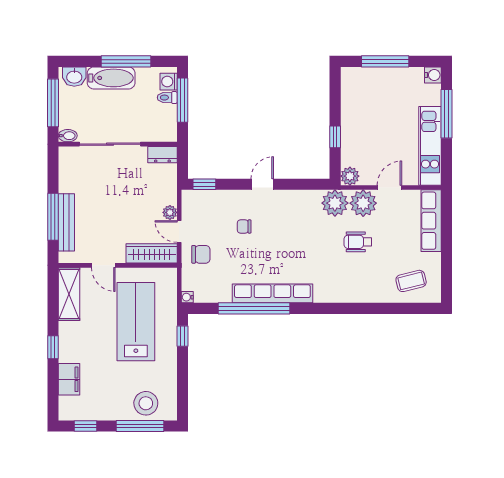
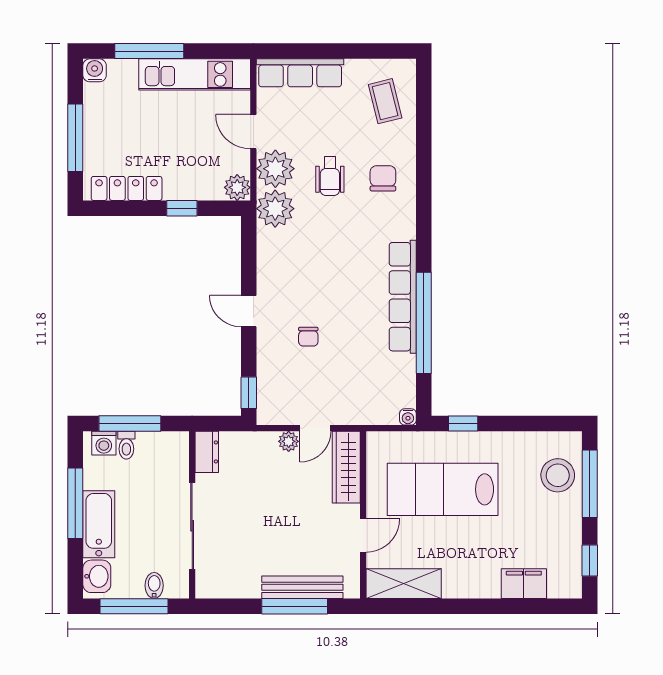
locker: (349, 98) -> (127, 188), added
bidet: (68, 136) -> (154, 585), moved
chair: (201, 254) -> (383, 178), moved
window: (53, 347) -> (479, 606), removed

